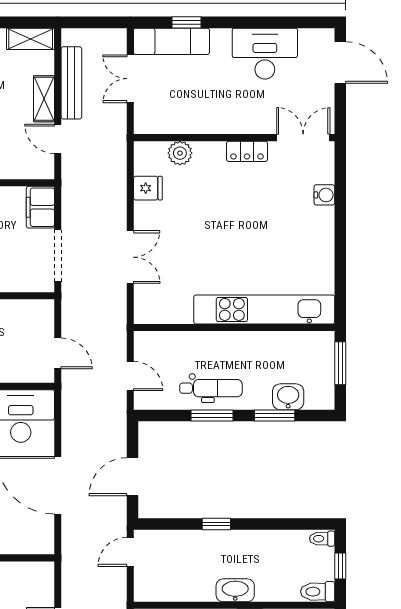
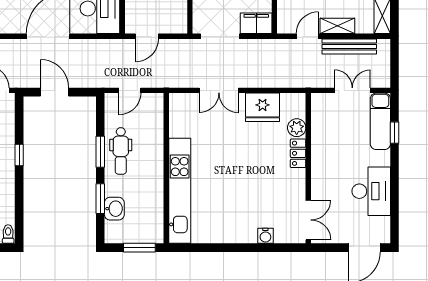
locker: (247, 151) -> (298, 153), moved
fridge: (148, 188) -> (263, 107), width x1.88, depth x1.34

